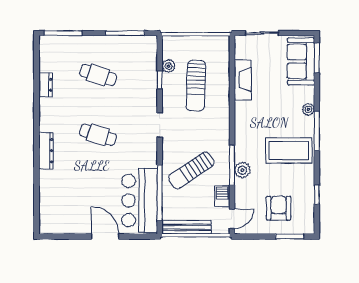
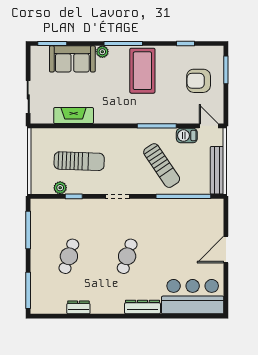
sofa: (301, 61) -> (72, 59), moved
plant: (242, 170) -> (161, 116), removed
bar counter: (140, 200) -> (193, 297), moved, turned 180

